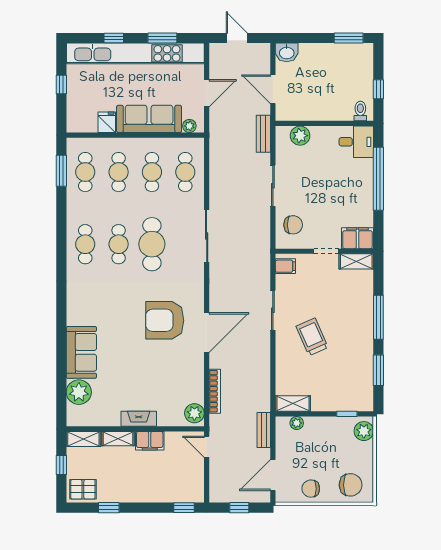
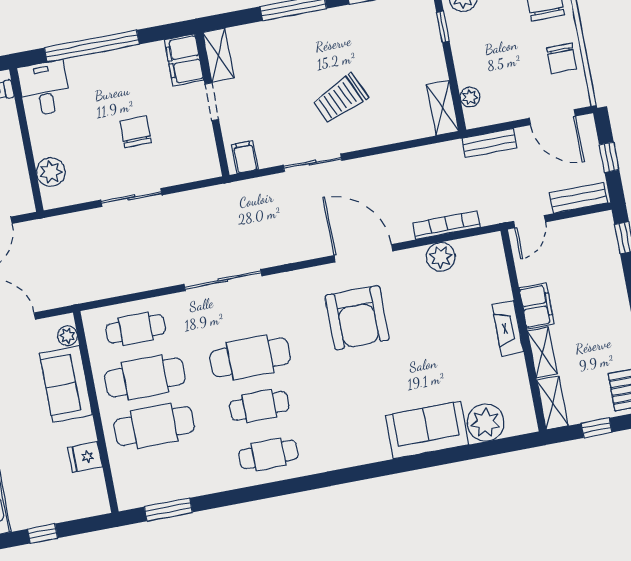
sofa: (149, 119) -> (66, 384), width x0.73
bench: (263, 134) -> (578, 198), moved
cafe table: (85, 172) -> (163, 474), removed
cafe table: (119, 172) -> (154, 426), width x1.37, depth x1.35
cafe table: (152, 172) -> (145, 377), width x1.37, depth x1.35
chair: (293, 225) -> (136, 132), moved
plant: (194, 413) -> (441, 257), moved

